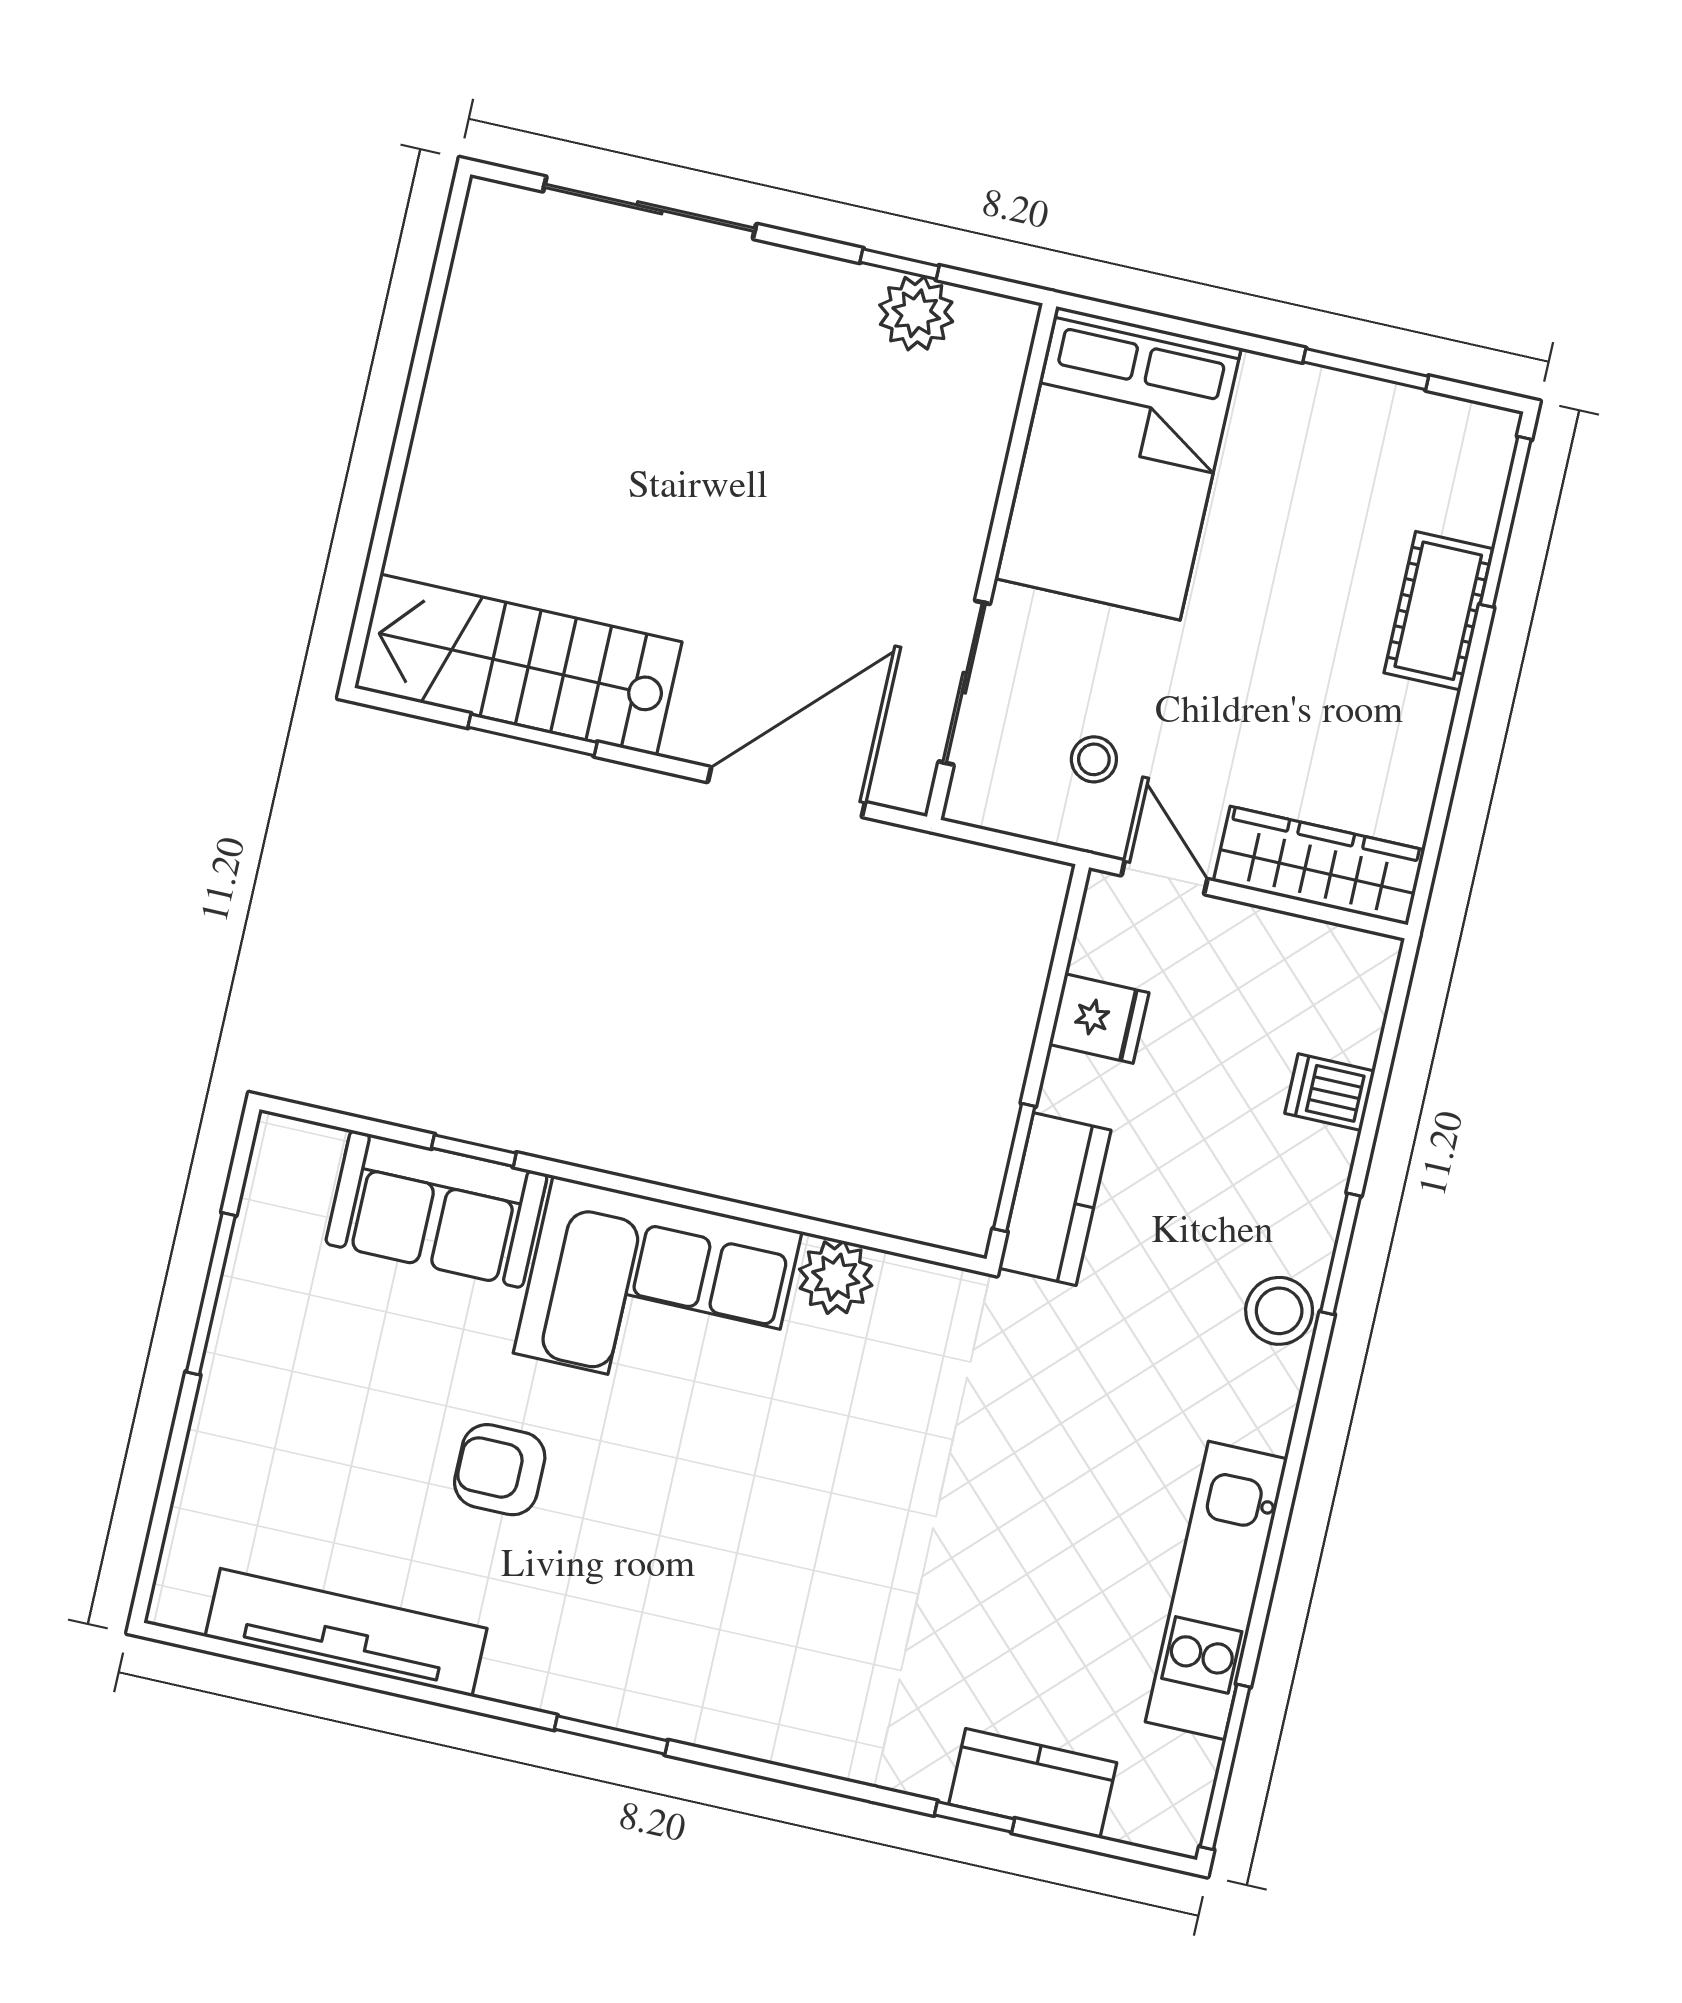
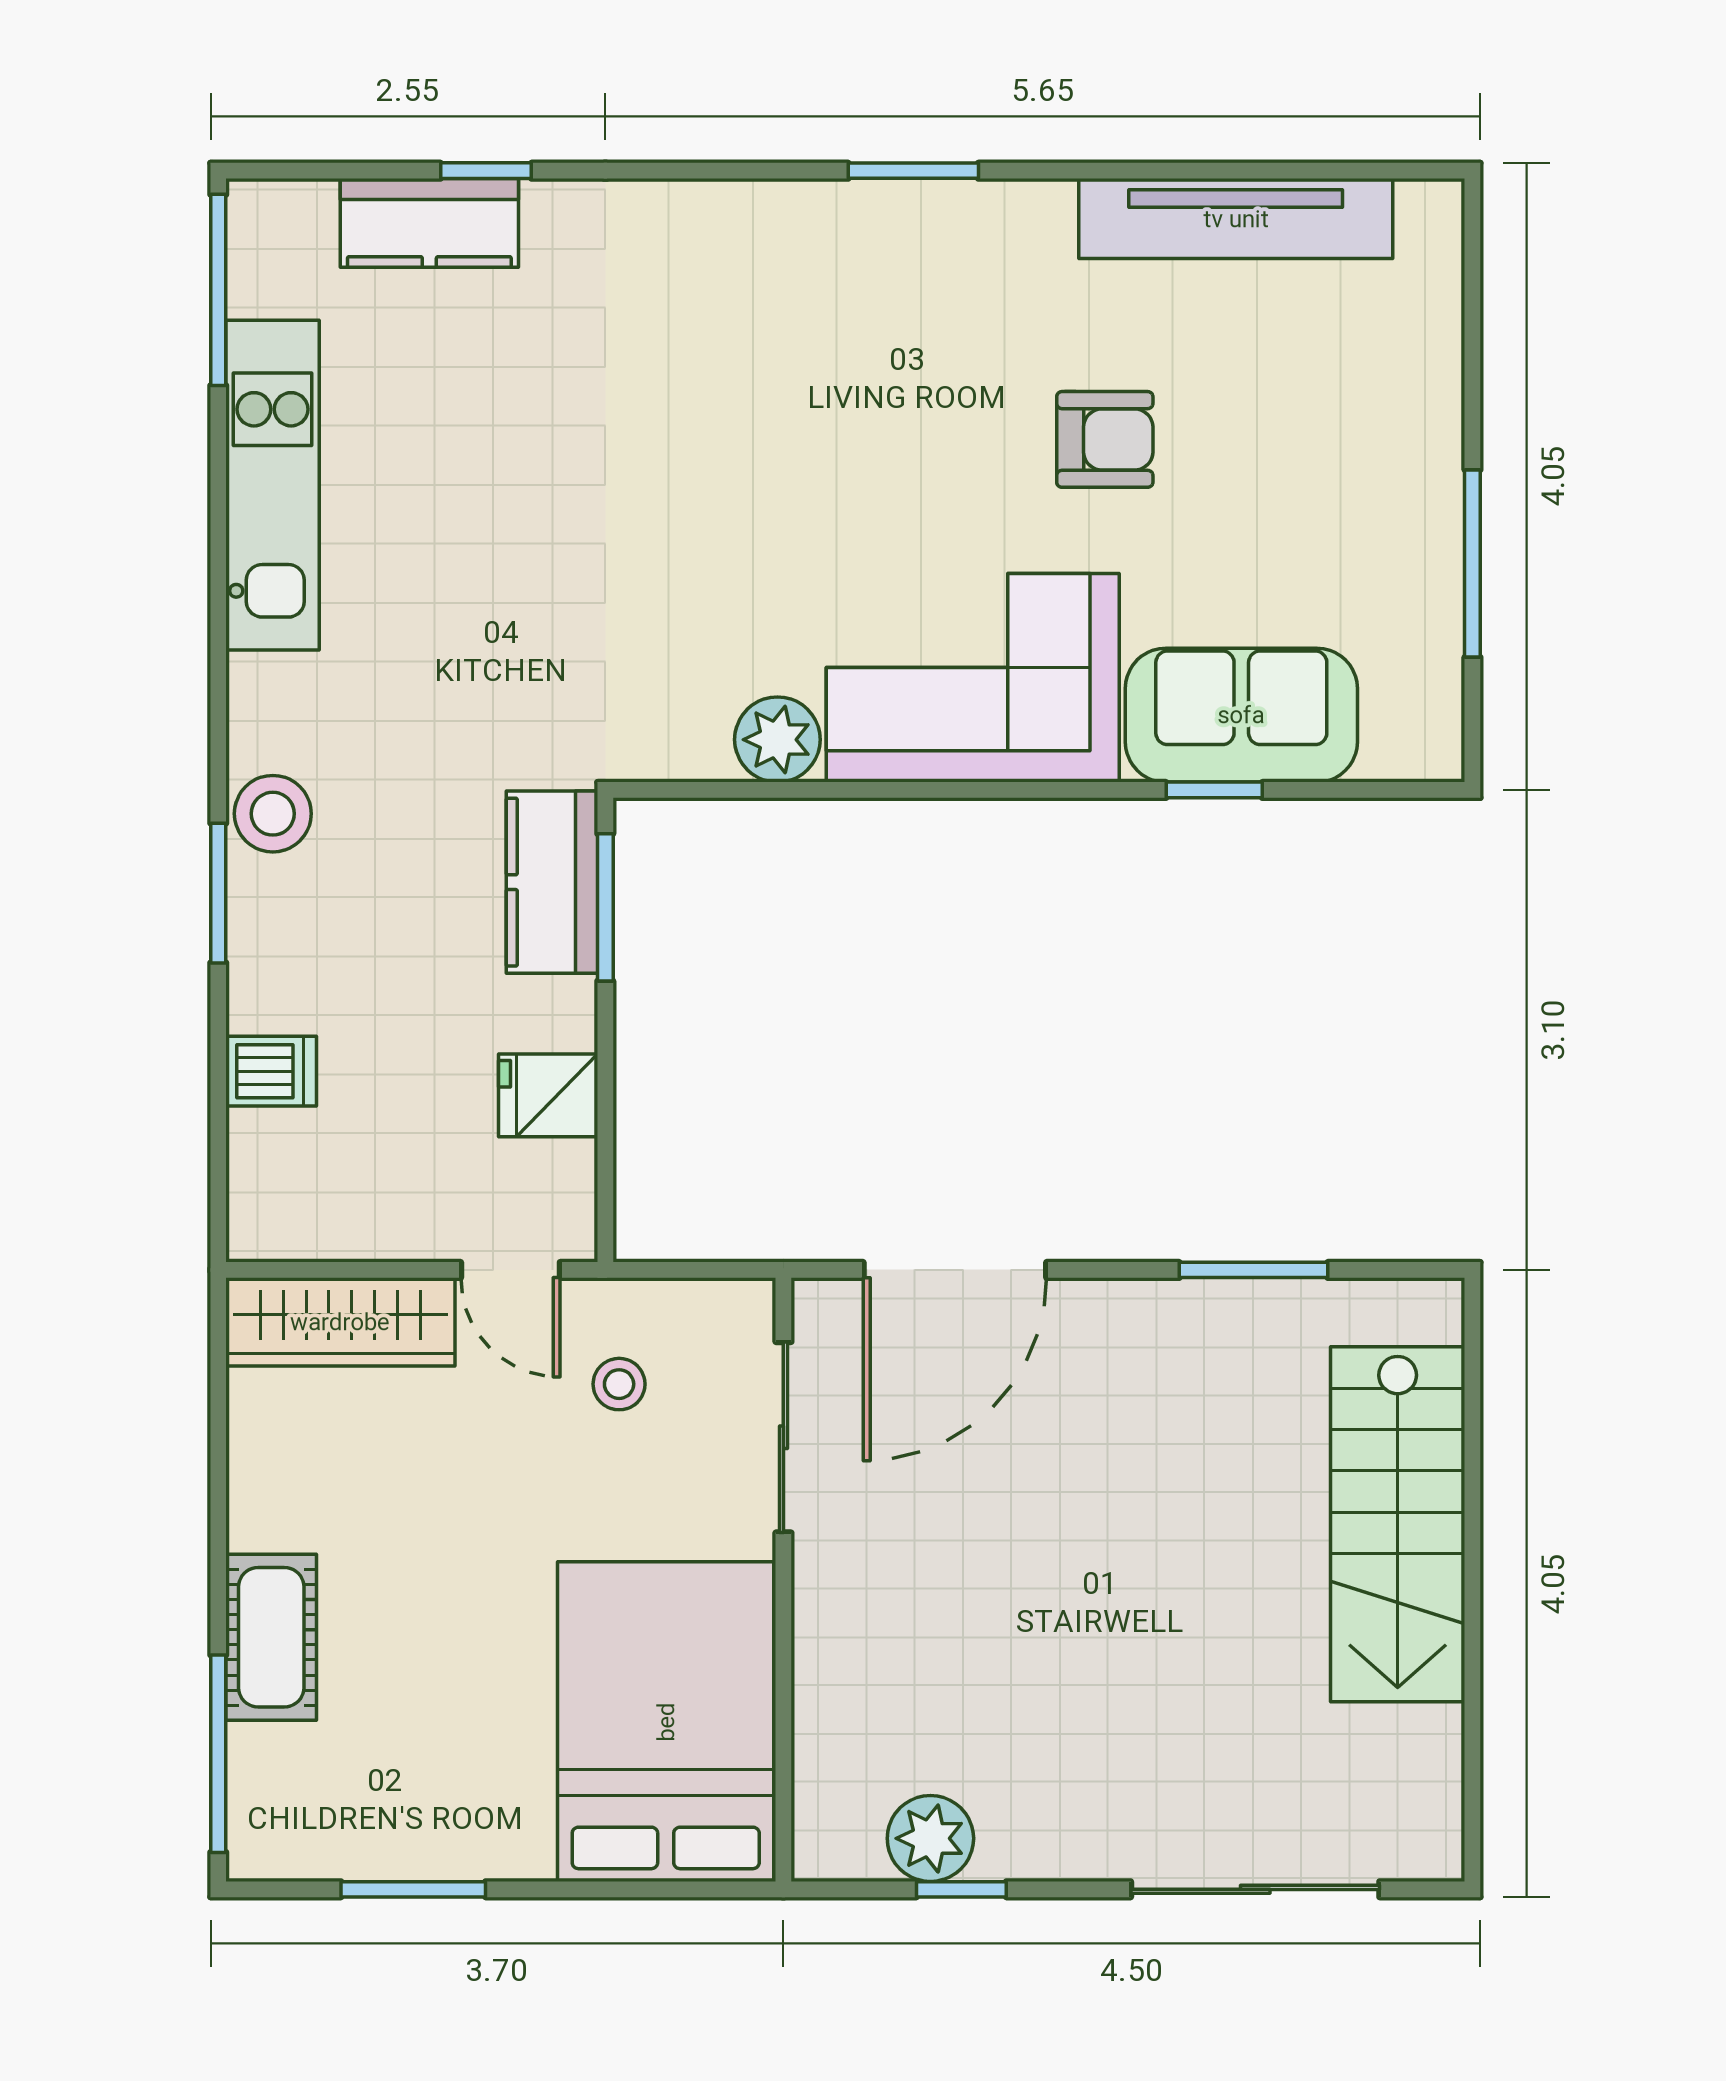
stairs: (518, 665) -> (1398, 1524), moved, turned 90

